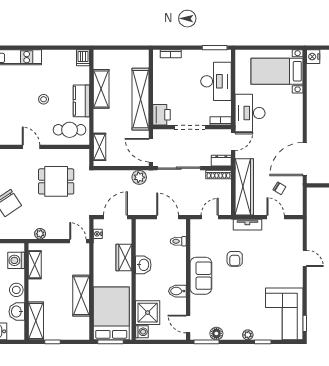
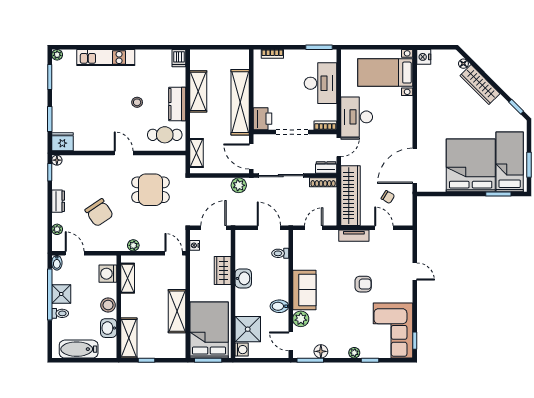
armchair: (235, 259) -> (363, 284), moved, turned -90
plant: (198, 303) -> (301, 319), added

